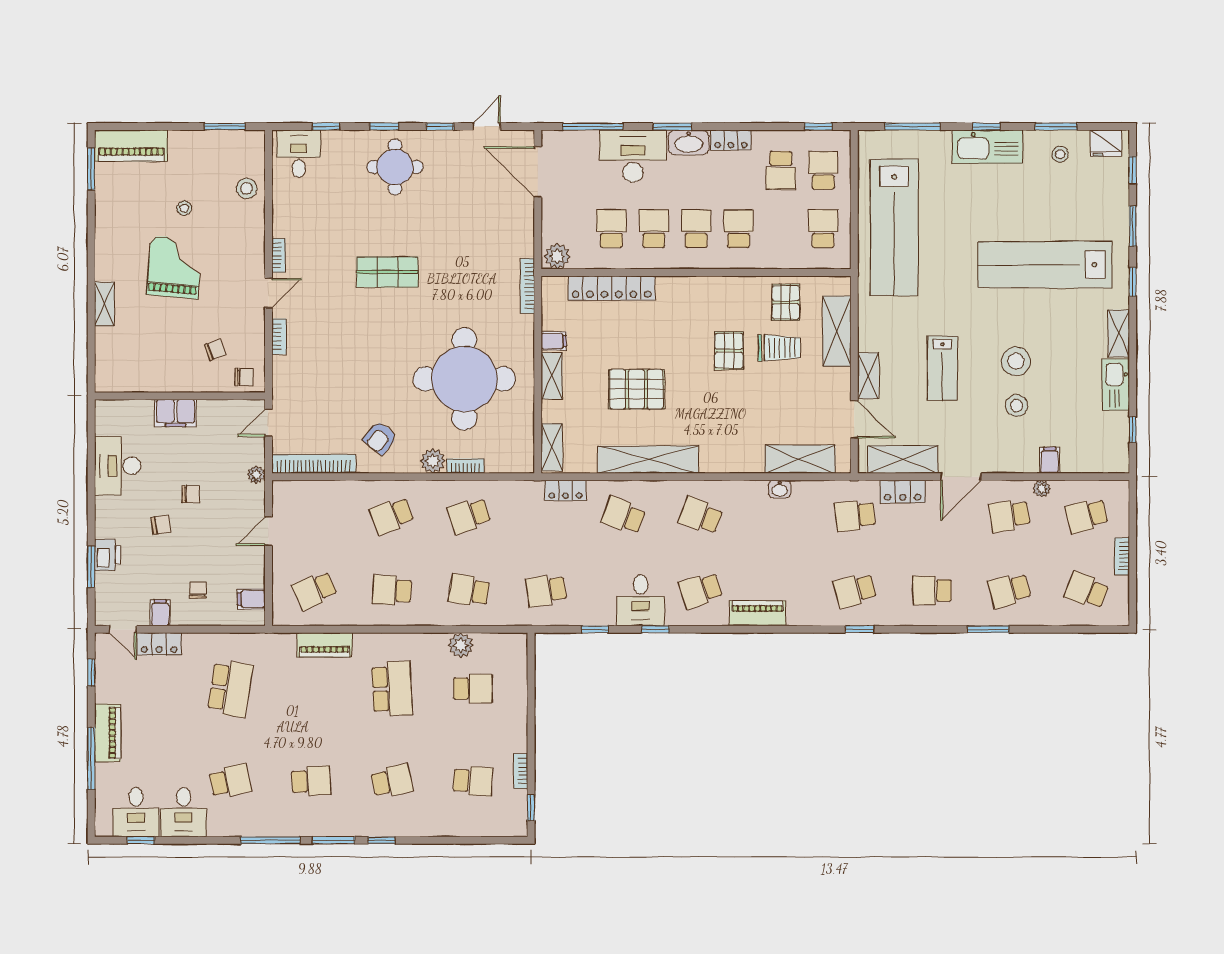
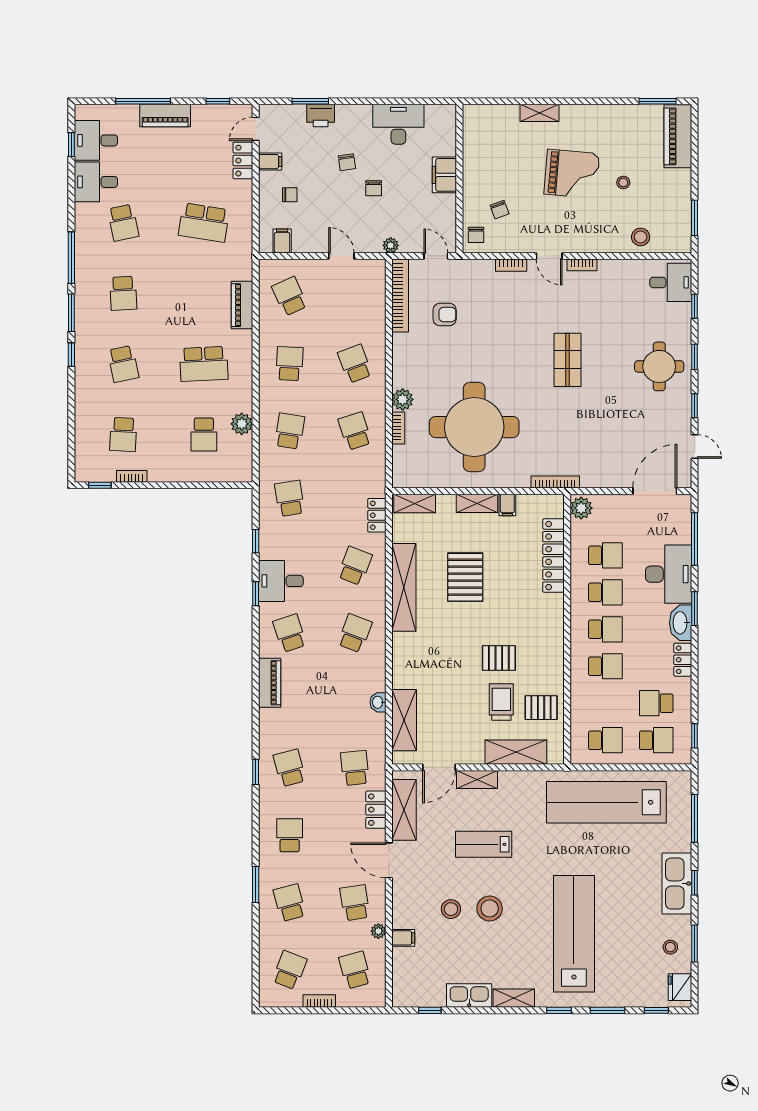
trolley: (779, 348) -> (501, 702), turned 180
armchair: (380, 438) -> (445, 315), moved, turned 142

